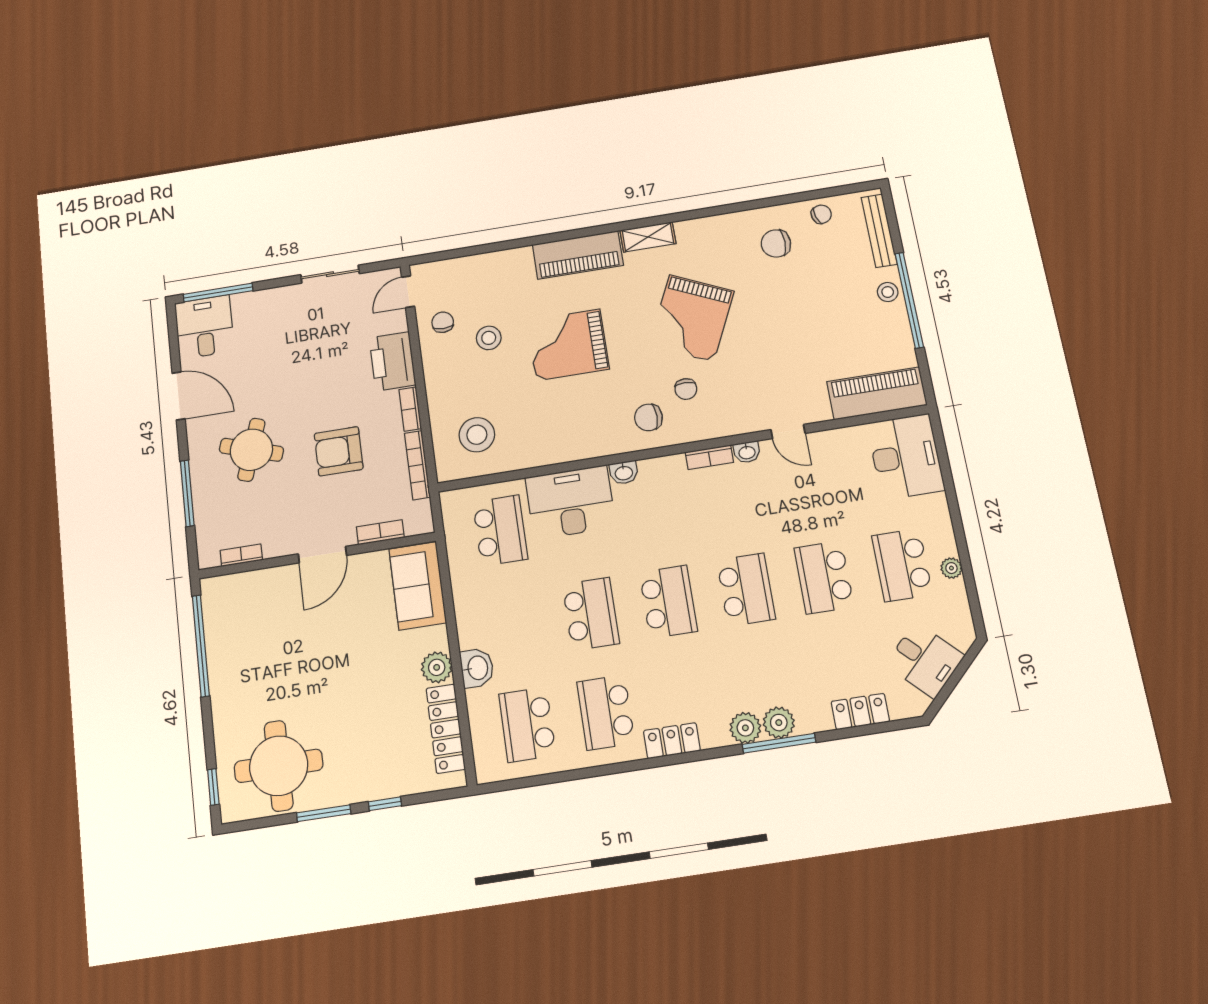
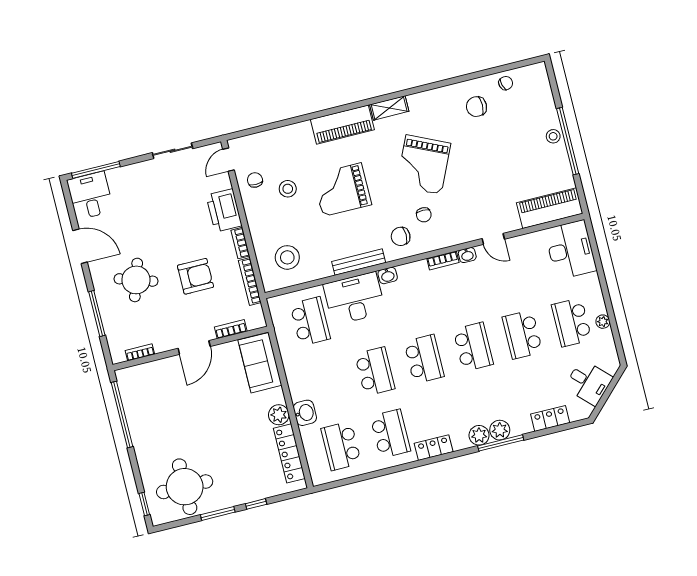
bench: (879, 231) -> (359, 262), moved, turned 90
armchair: (339, 451) -> (195, 276), turned 180
school desk: (606, 712) -> (390, 434), turned 180

